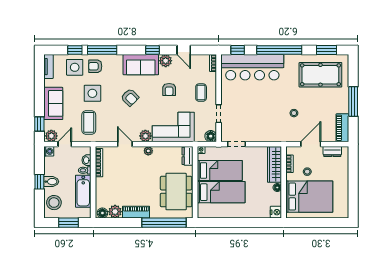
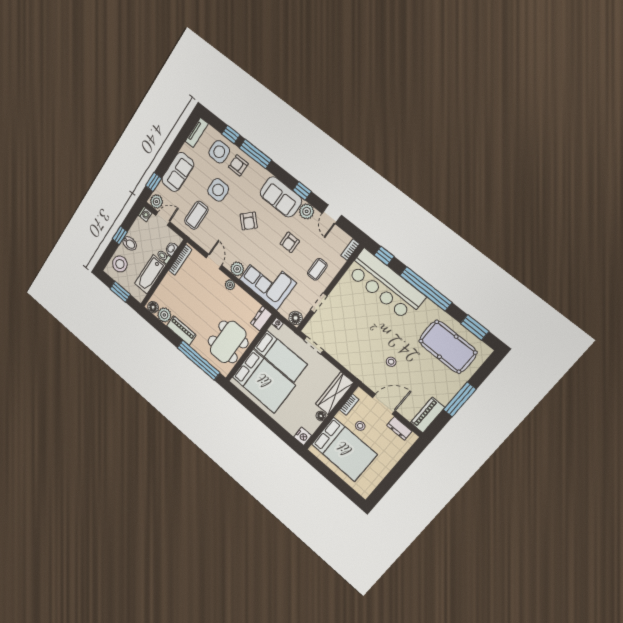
bed: (221, 192) -> (264, 381), width x1.50

